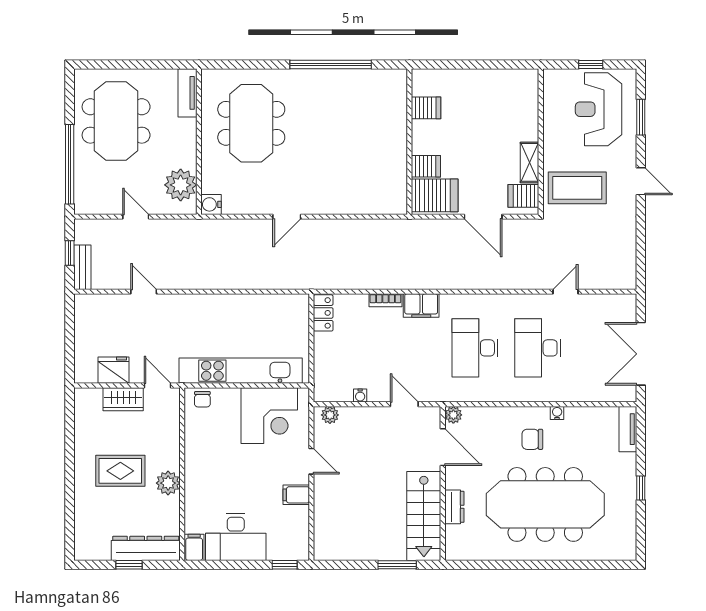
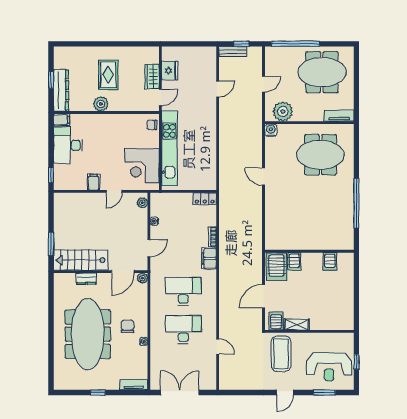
reception desk: (599, 109) -> (329, 367), turned 180

